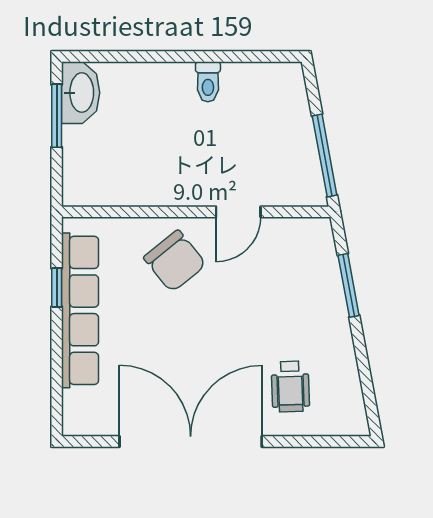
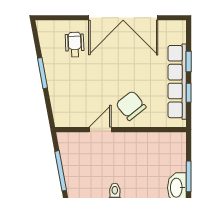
window: (325, 155) -> (61, 171), moved
window: (349, 285) -> (43, 73), moved
window: (57, 352) -> (189, 61), added

